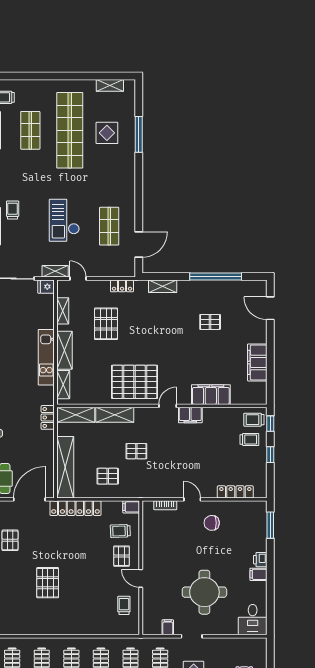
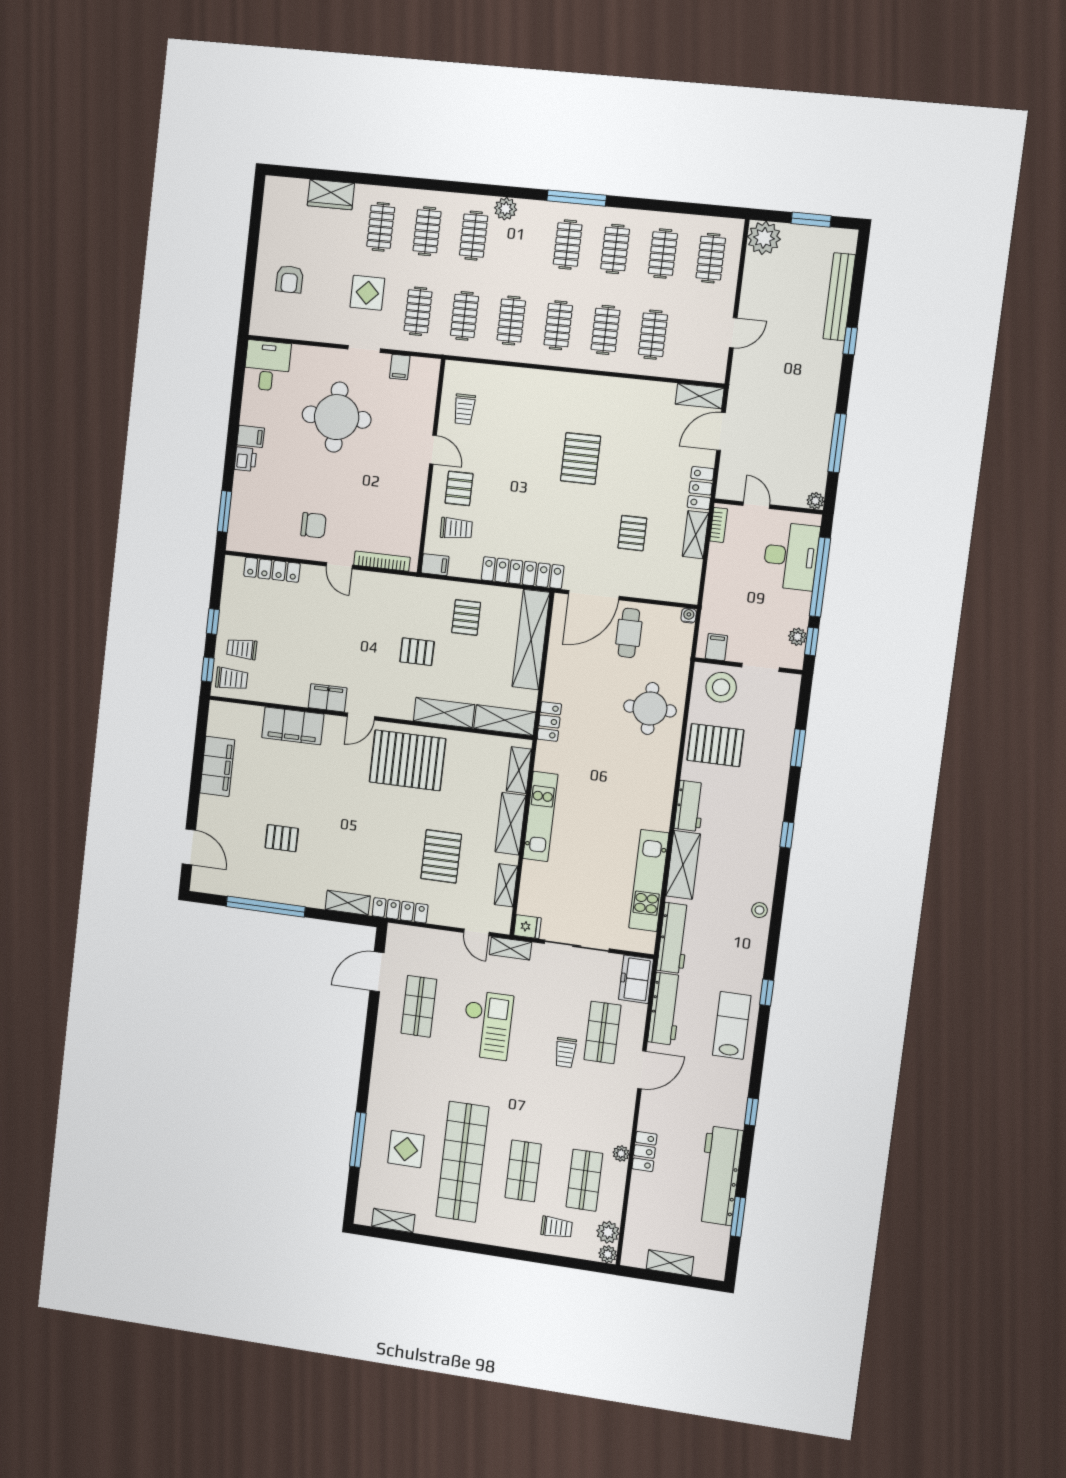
locker: (122, 286) -> (400, 910), width x1.53
pallet: (108, 476) -> (466, 617), turned 90
bookcase: (165, 505) -> (382, 561), width x1.56

